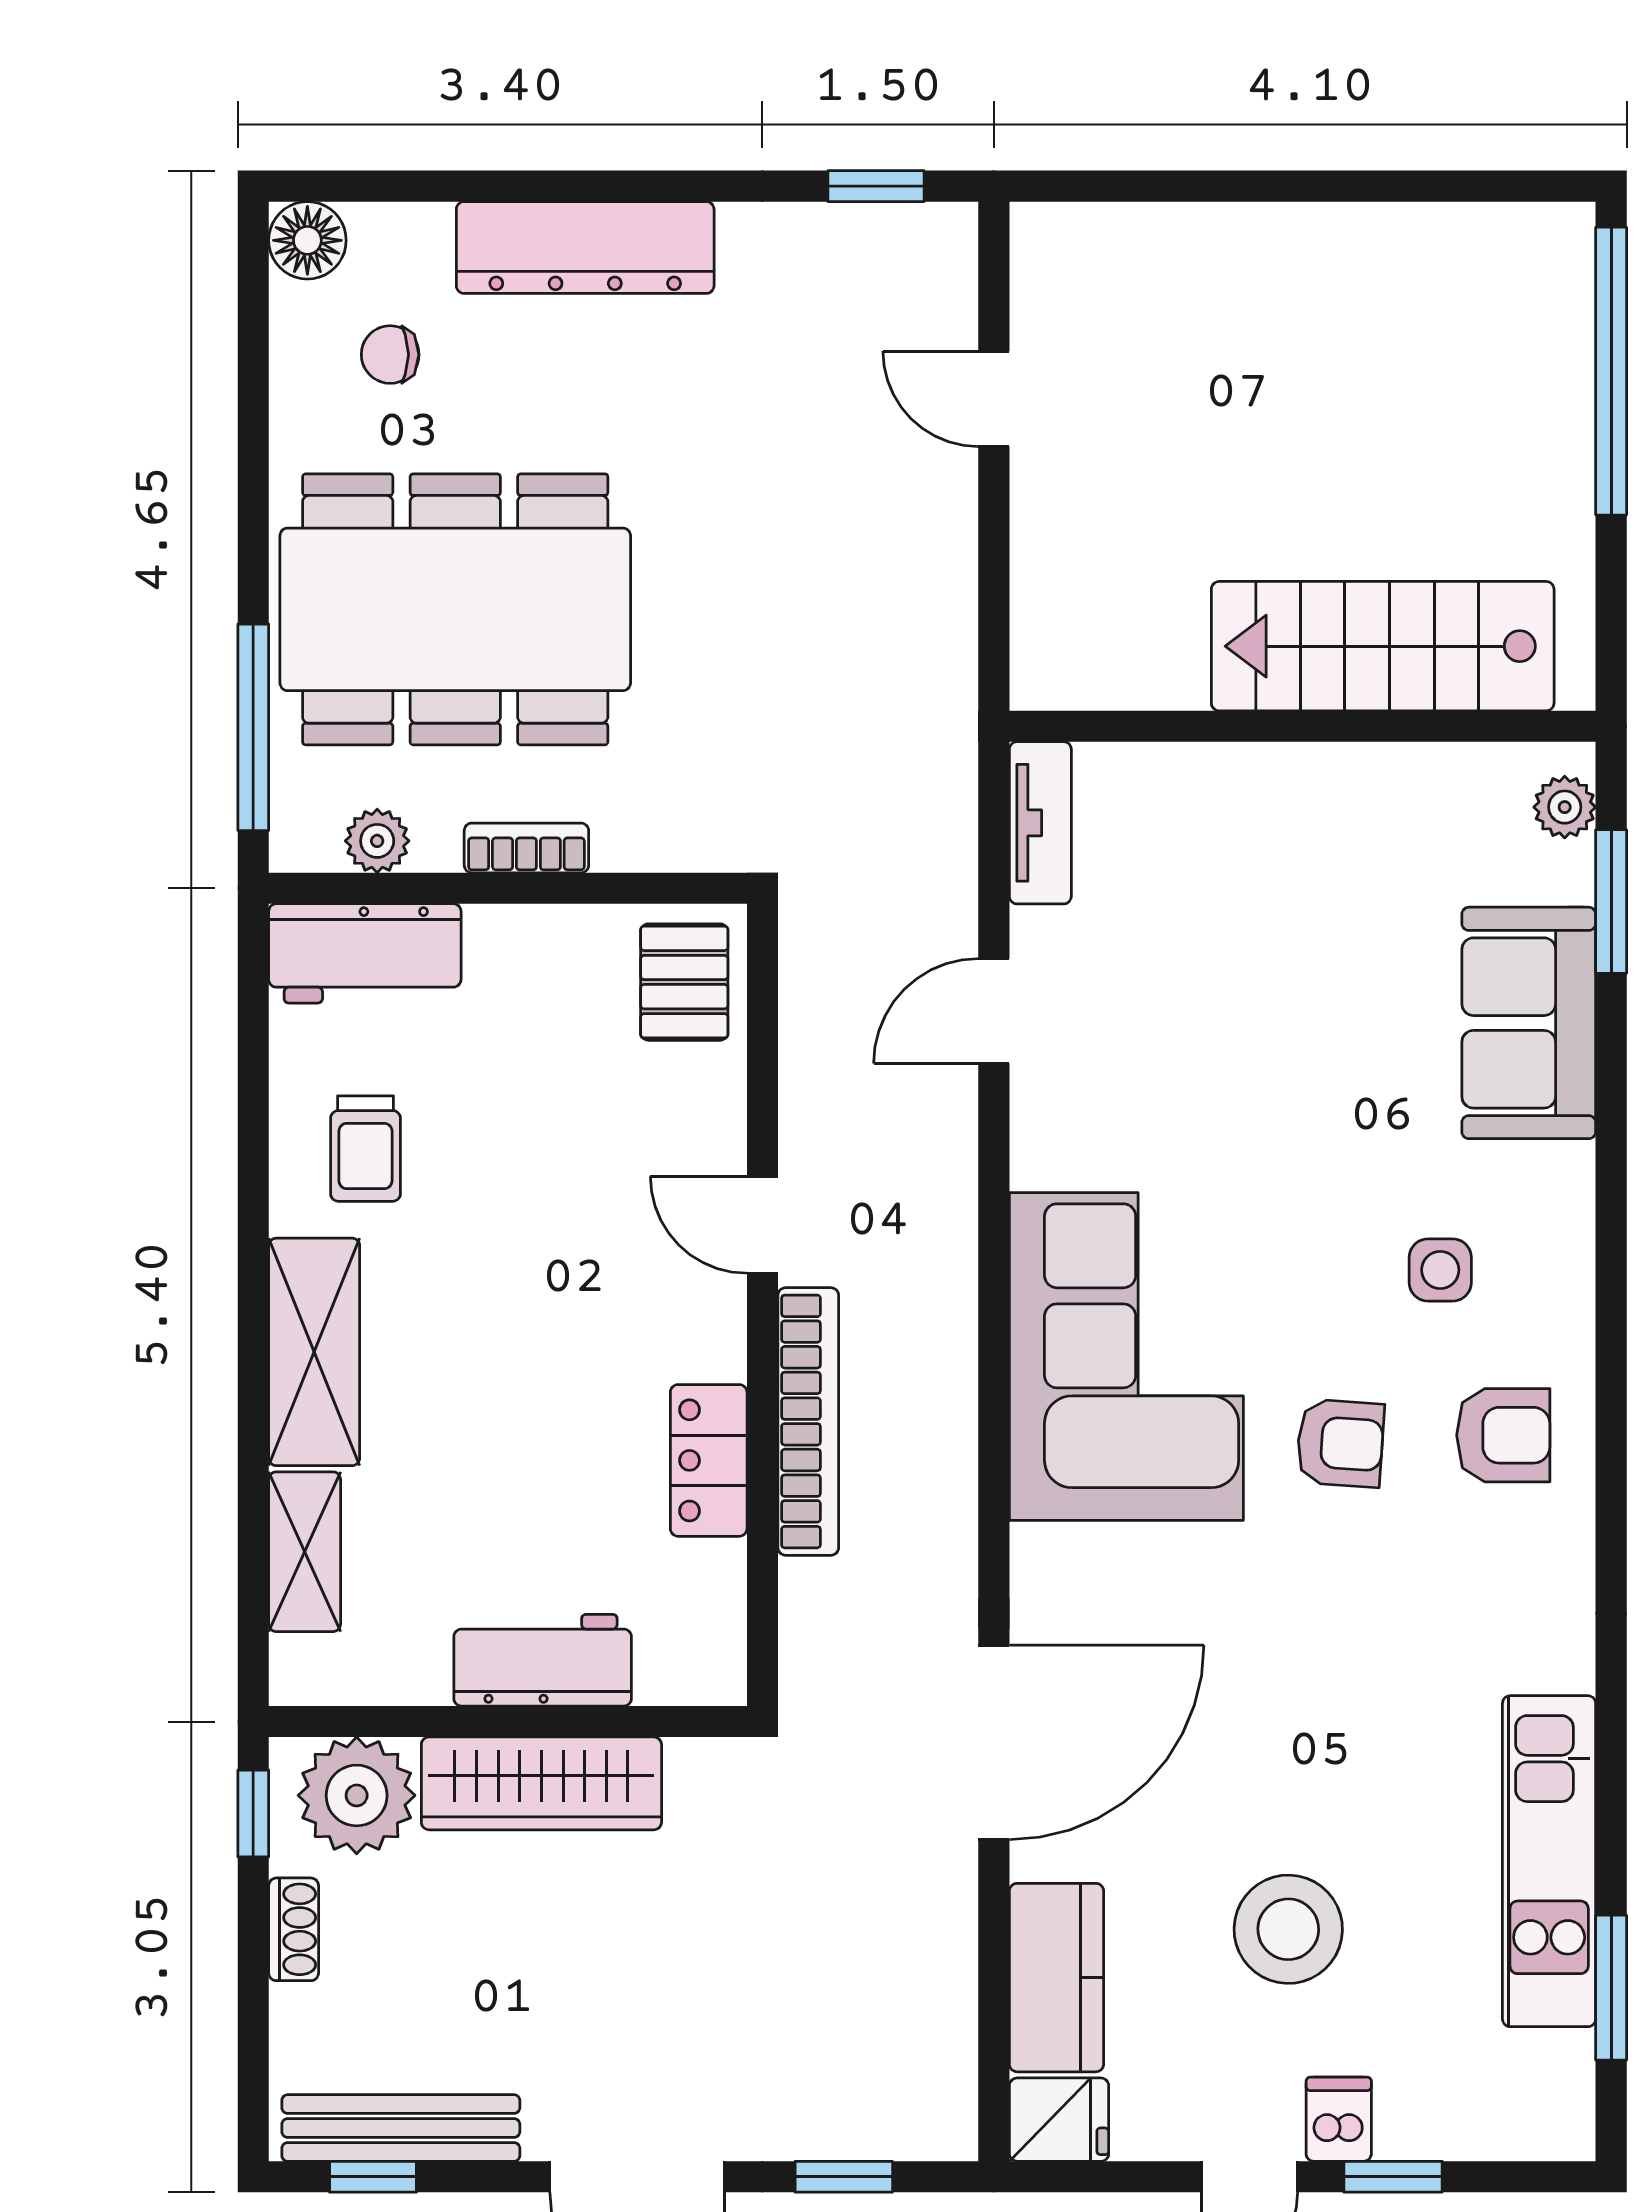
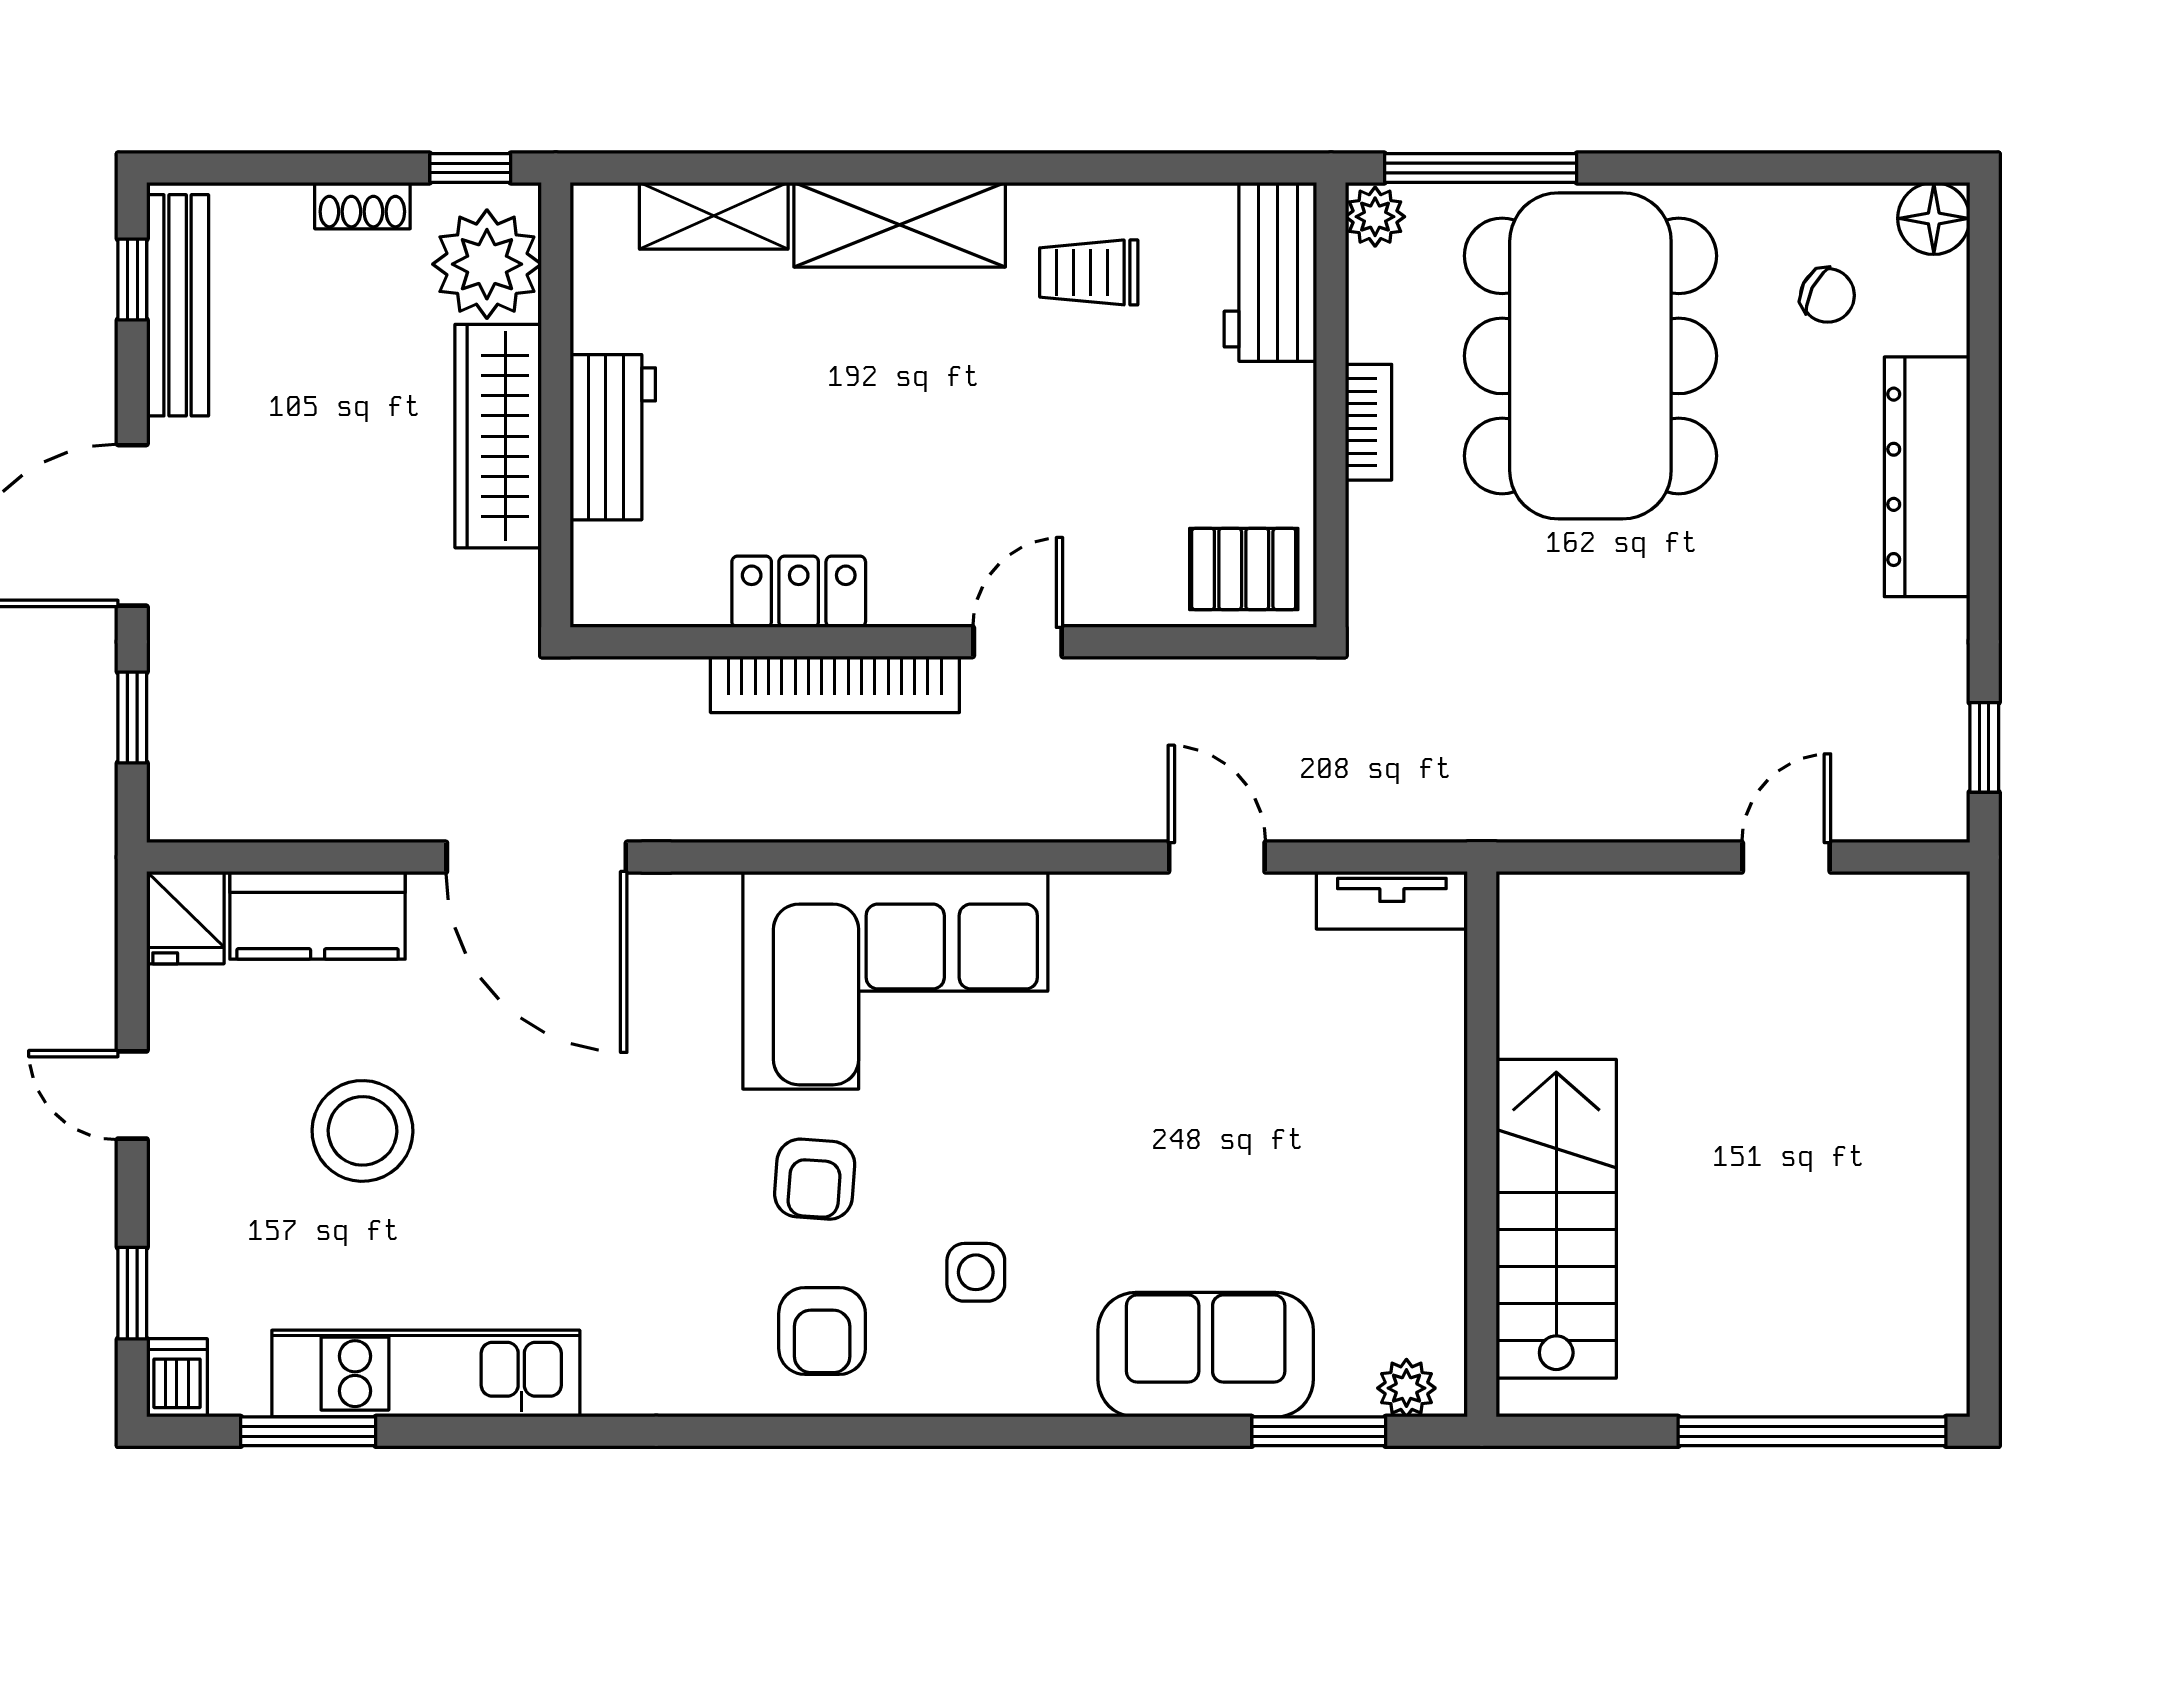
chair: (390, 355) -> (1827, 295), turned 117
plant: (377, 841) -> (1375, 217), moved
dishwasher: (1339, 2119) -> (177, 1378), moved, turned -90
window: (1393, 2177) -> (132, 1293), moved

